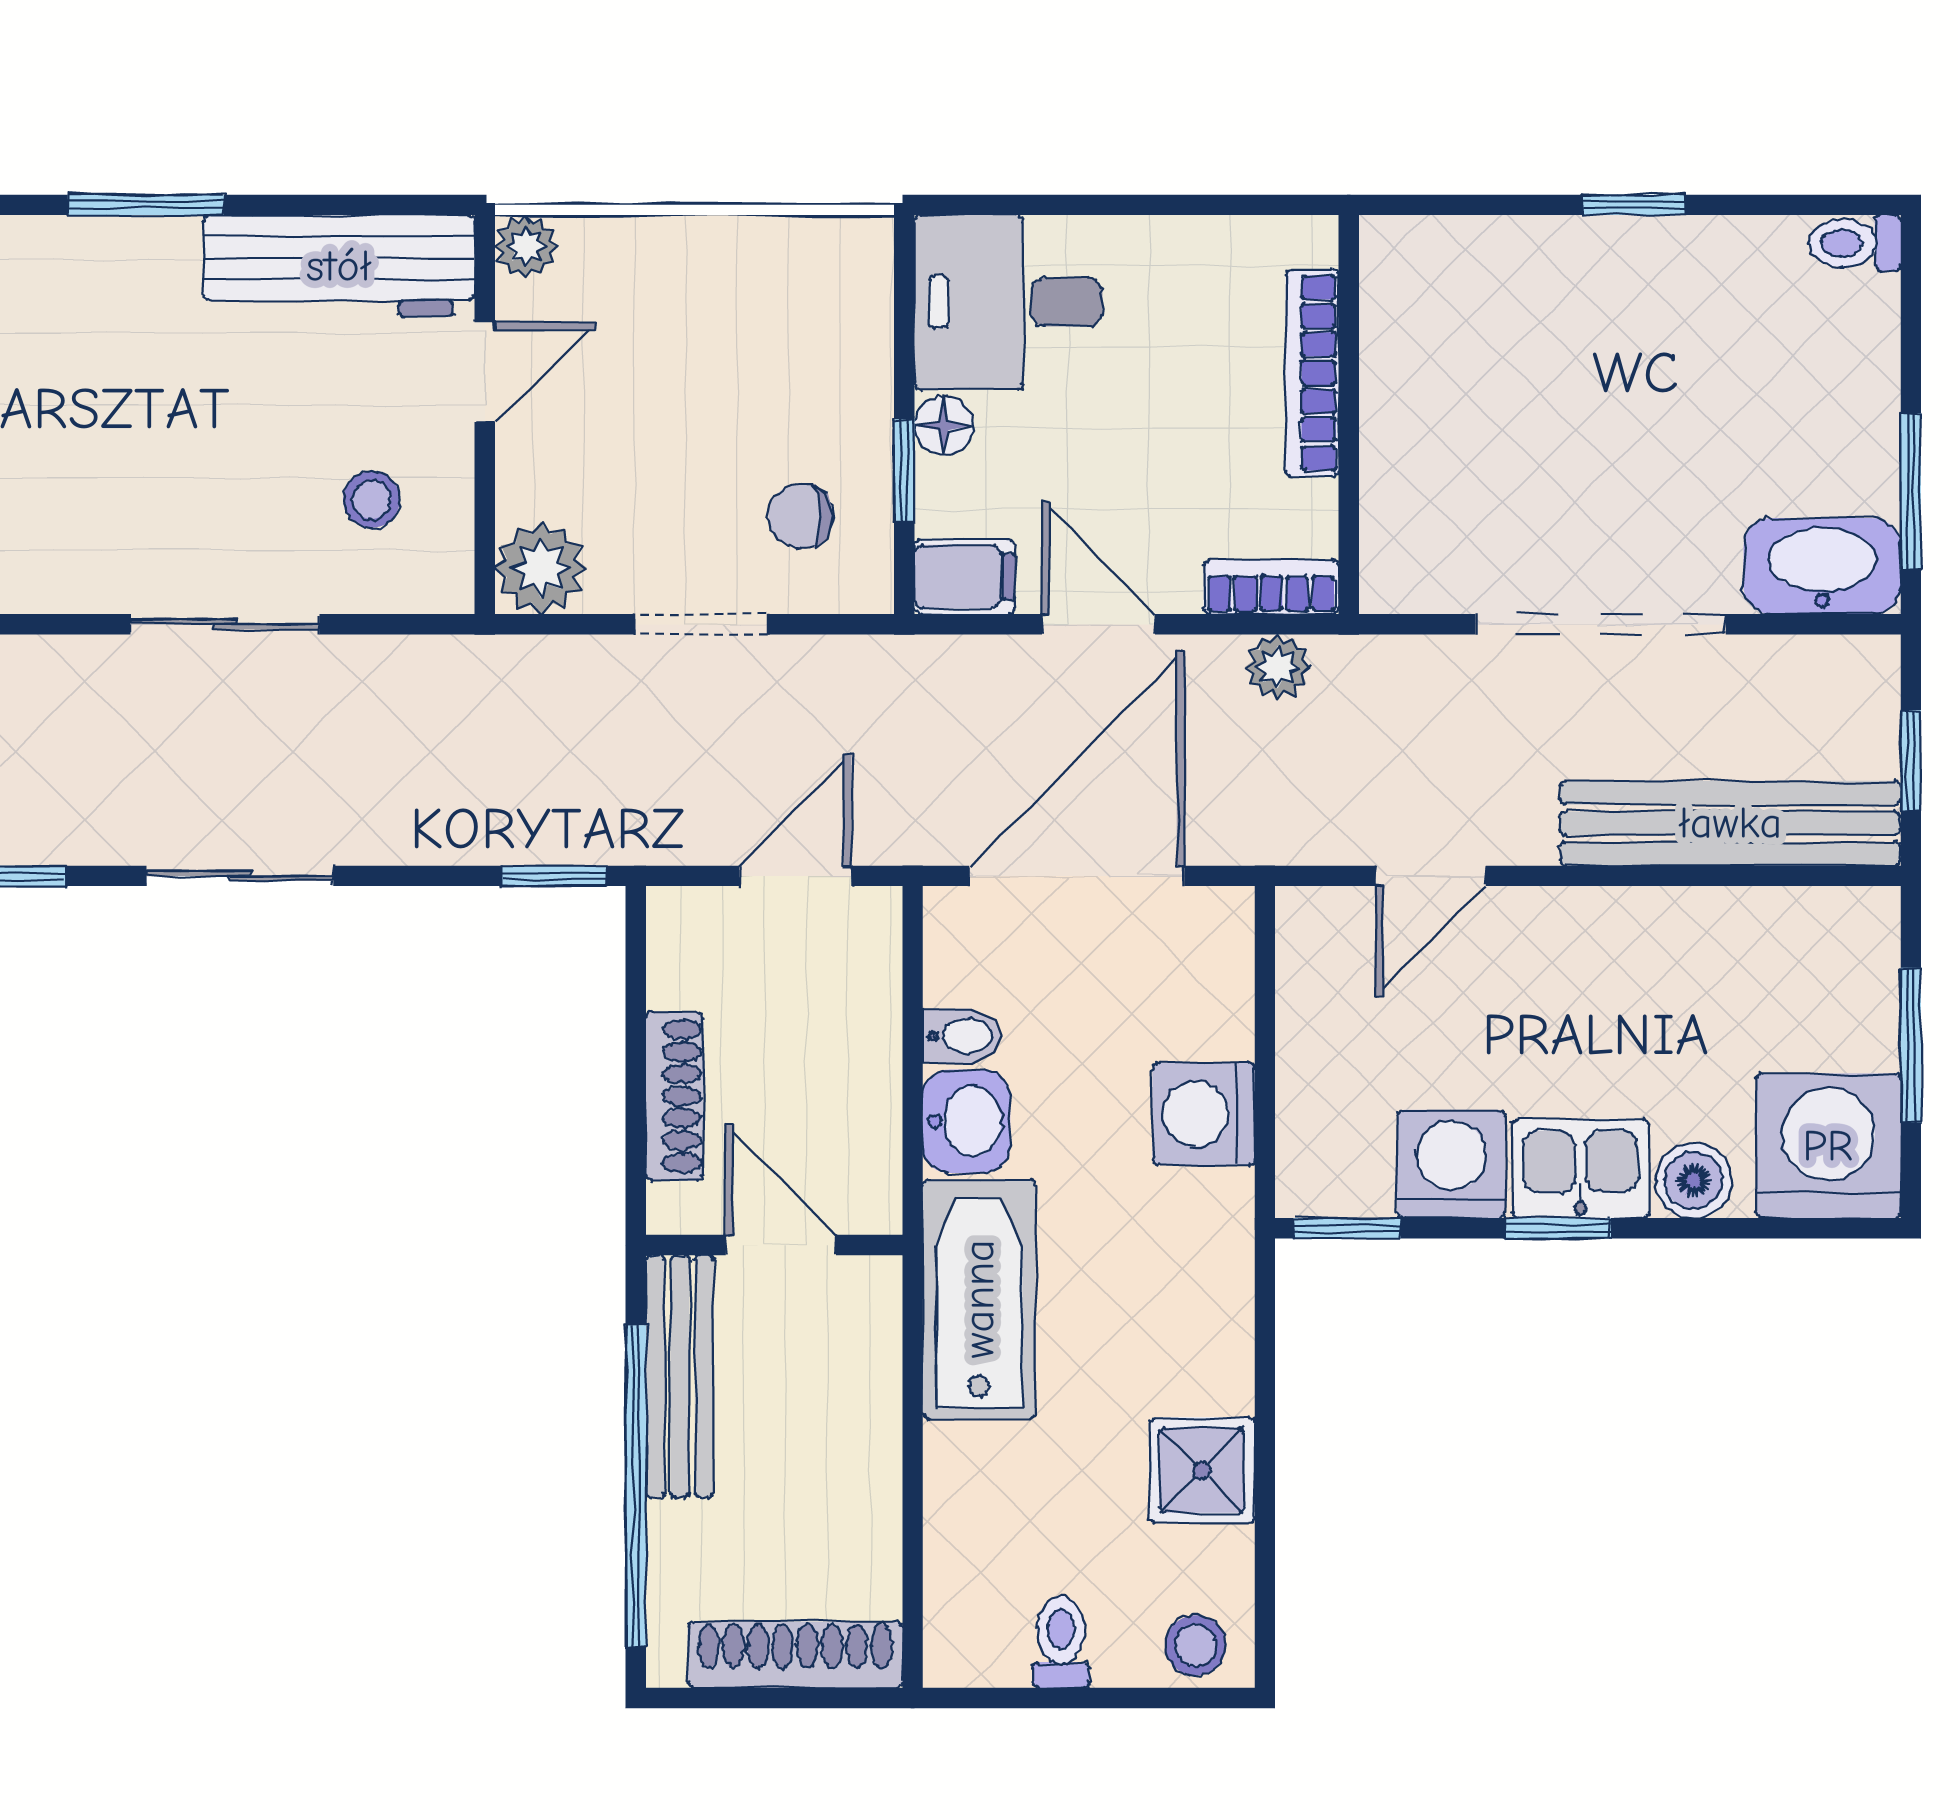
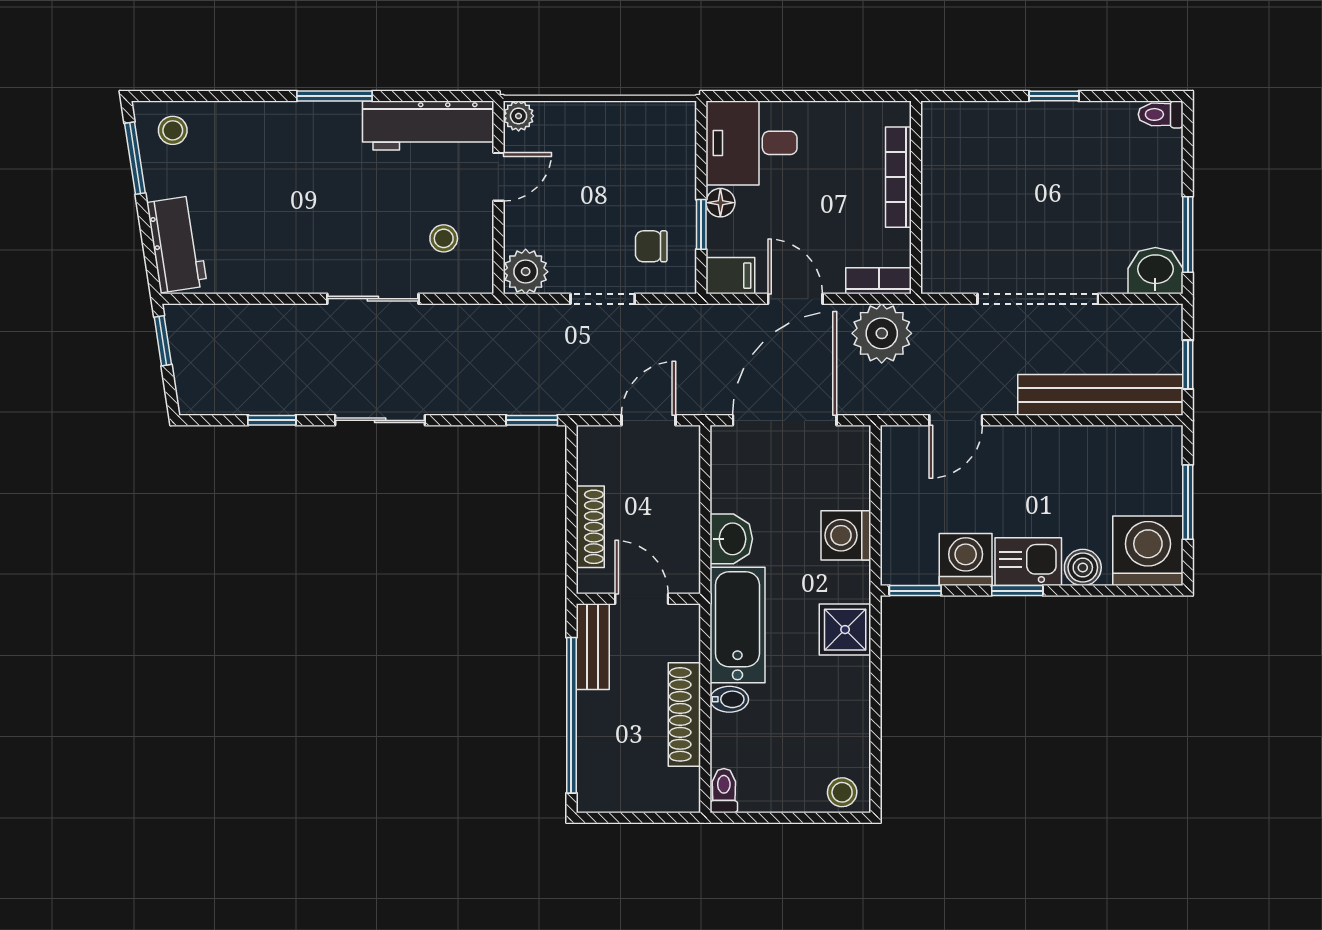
washbasin: (1822, 566) -> (1155, 271), width x0.72
plant: (1278, 667) -> (882, 333), width x1.88, depth x1.88
bidet: (962, 1036) -> (729, 699), moved
bench: (680, 1376) -> (593, 647), width x0.73
shower: (1202, 1470) -> (845, 630), moved
toilet: (1061, 1642) -> (724, 791), moved
shoe rack: (795, 1655) -> (684, 714), moved, turned -90

